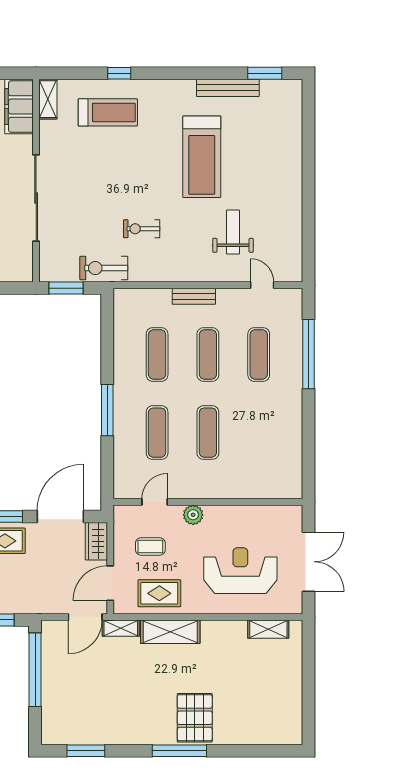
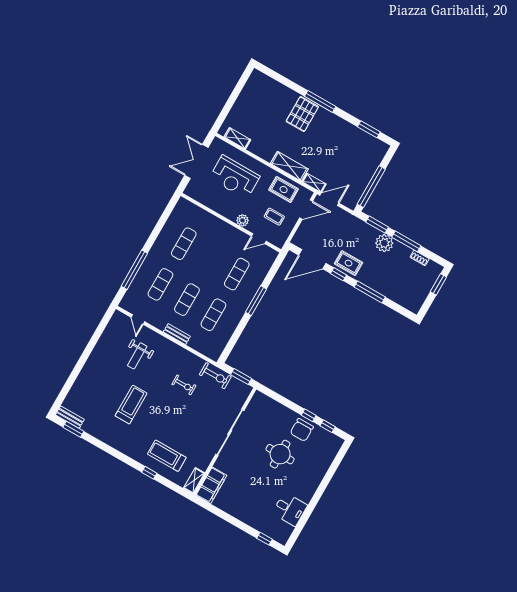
bench: (228, 88) -> (70, 417), moved, width x0.73
treadmill: (202, 157) -> (131, 405), width x0.73, depth x0.73
exercise mat: (208, 433) -> (184, 244), moved
wardrobe: (96, 541) -> (301, 235), removed

